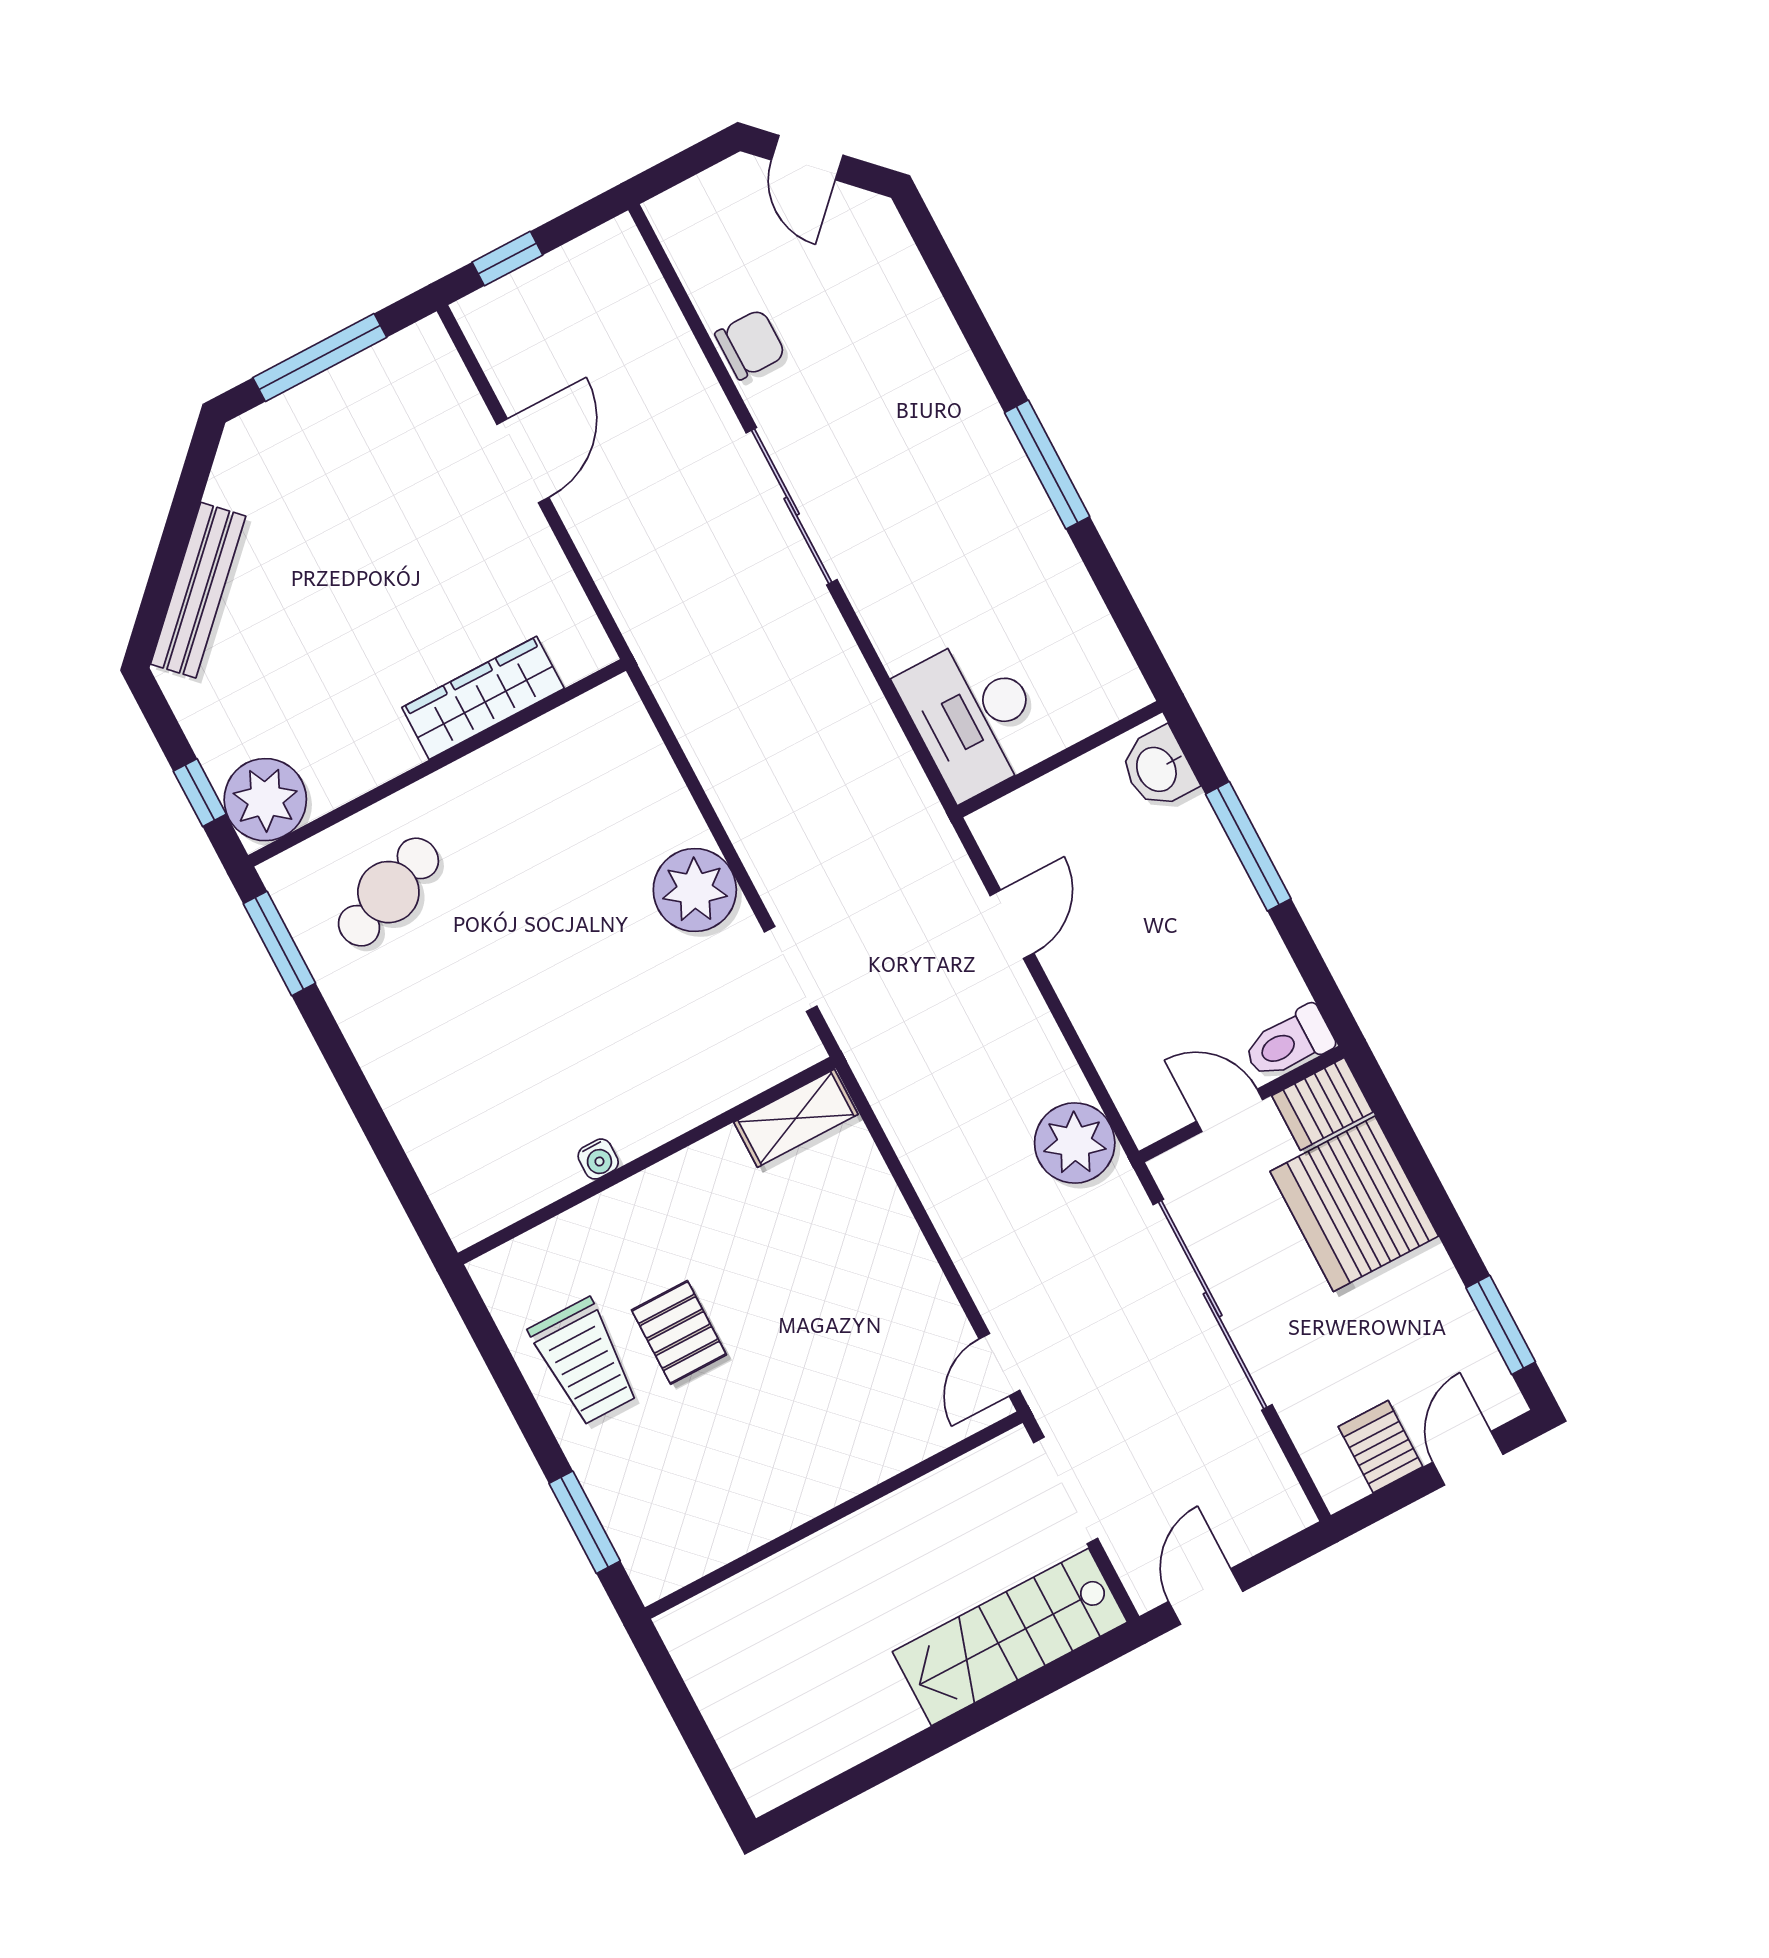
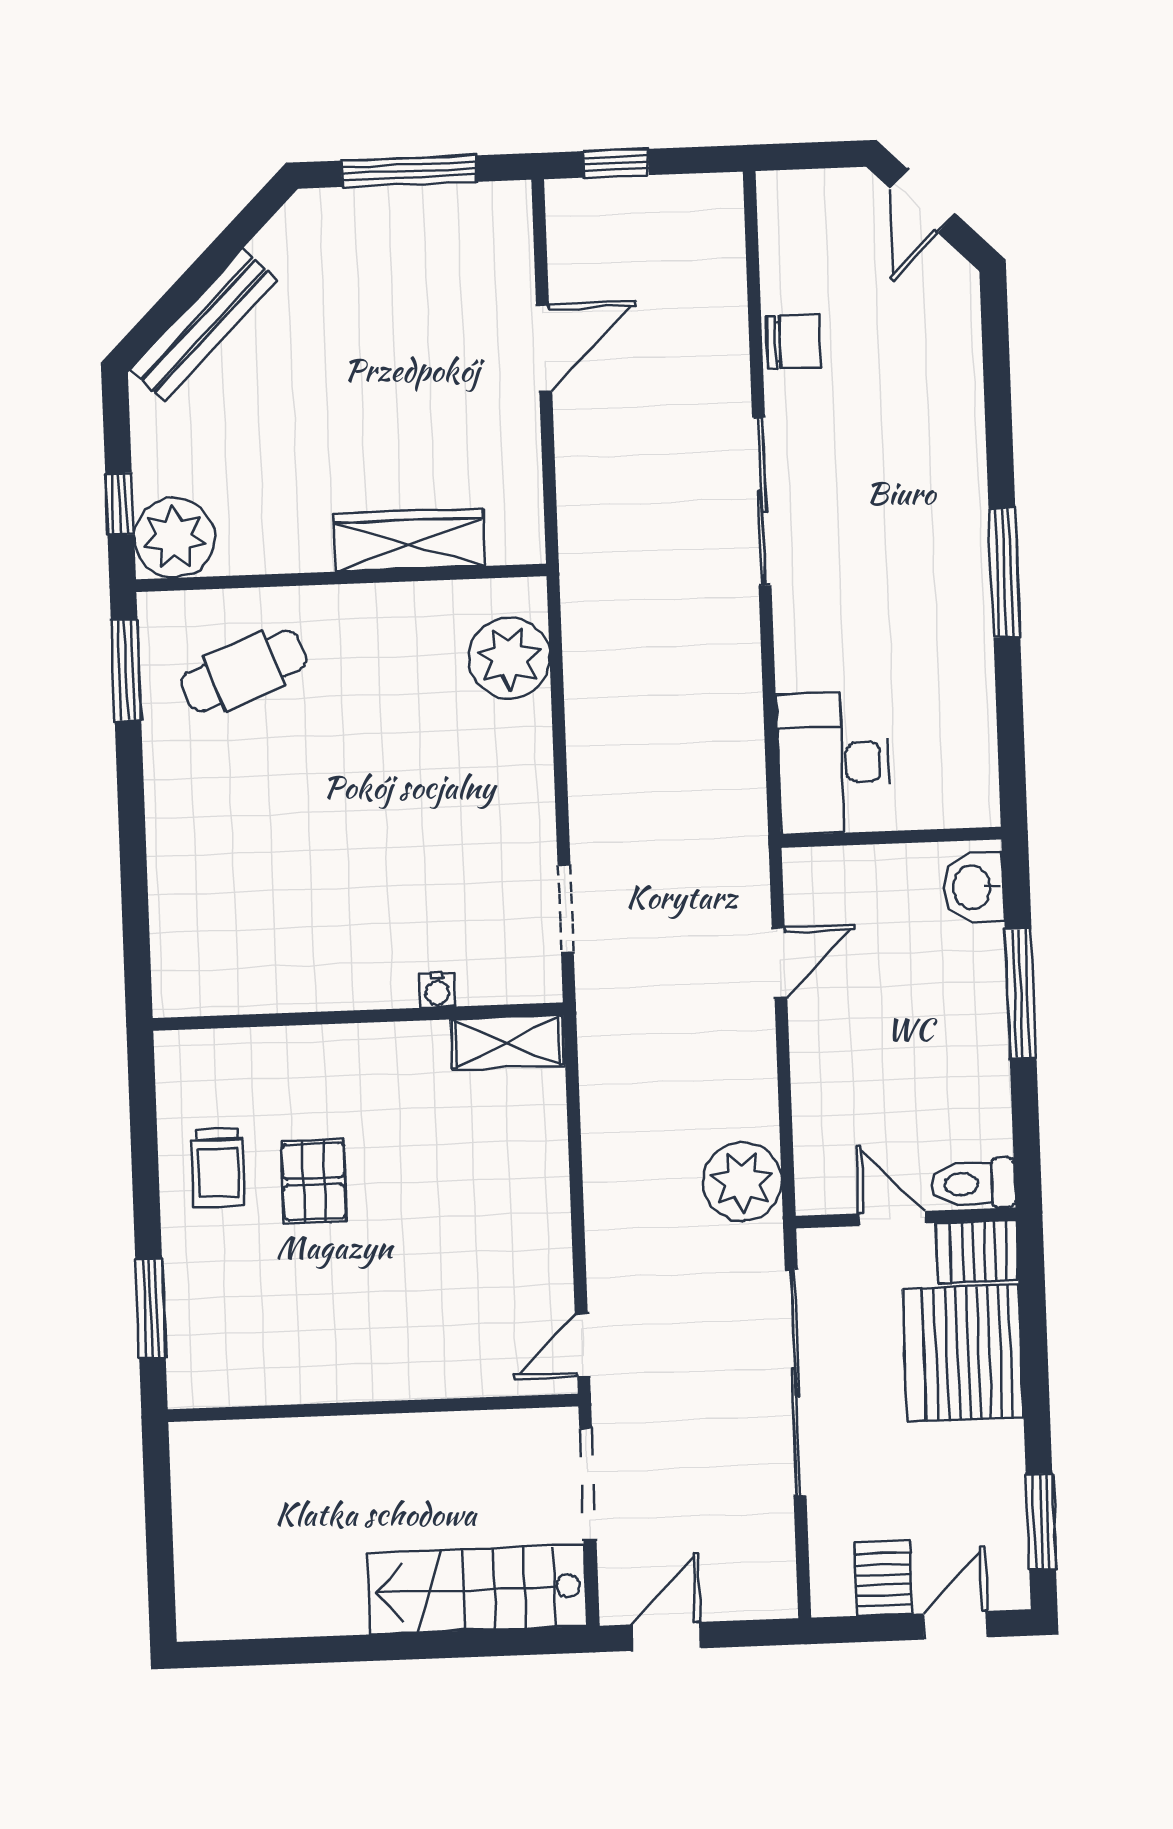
plant: (695, 890) -> (509, 658), moved
water cooler: (598, 1159) -> (437, 990), moved
trolley: (584, 1362) -> (218, 1167), width x0.73, depth x0.72

